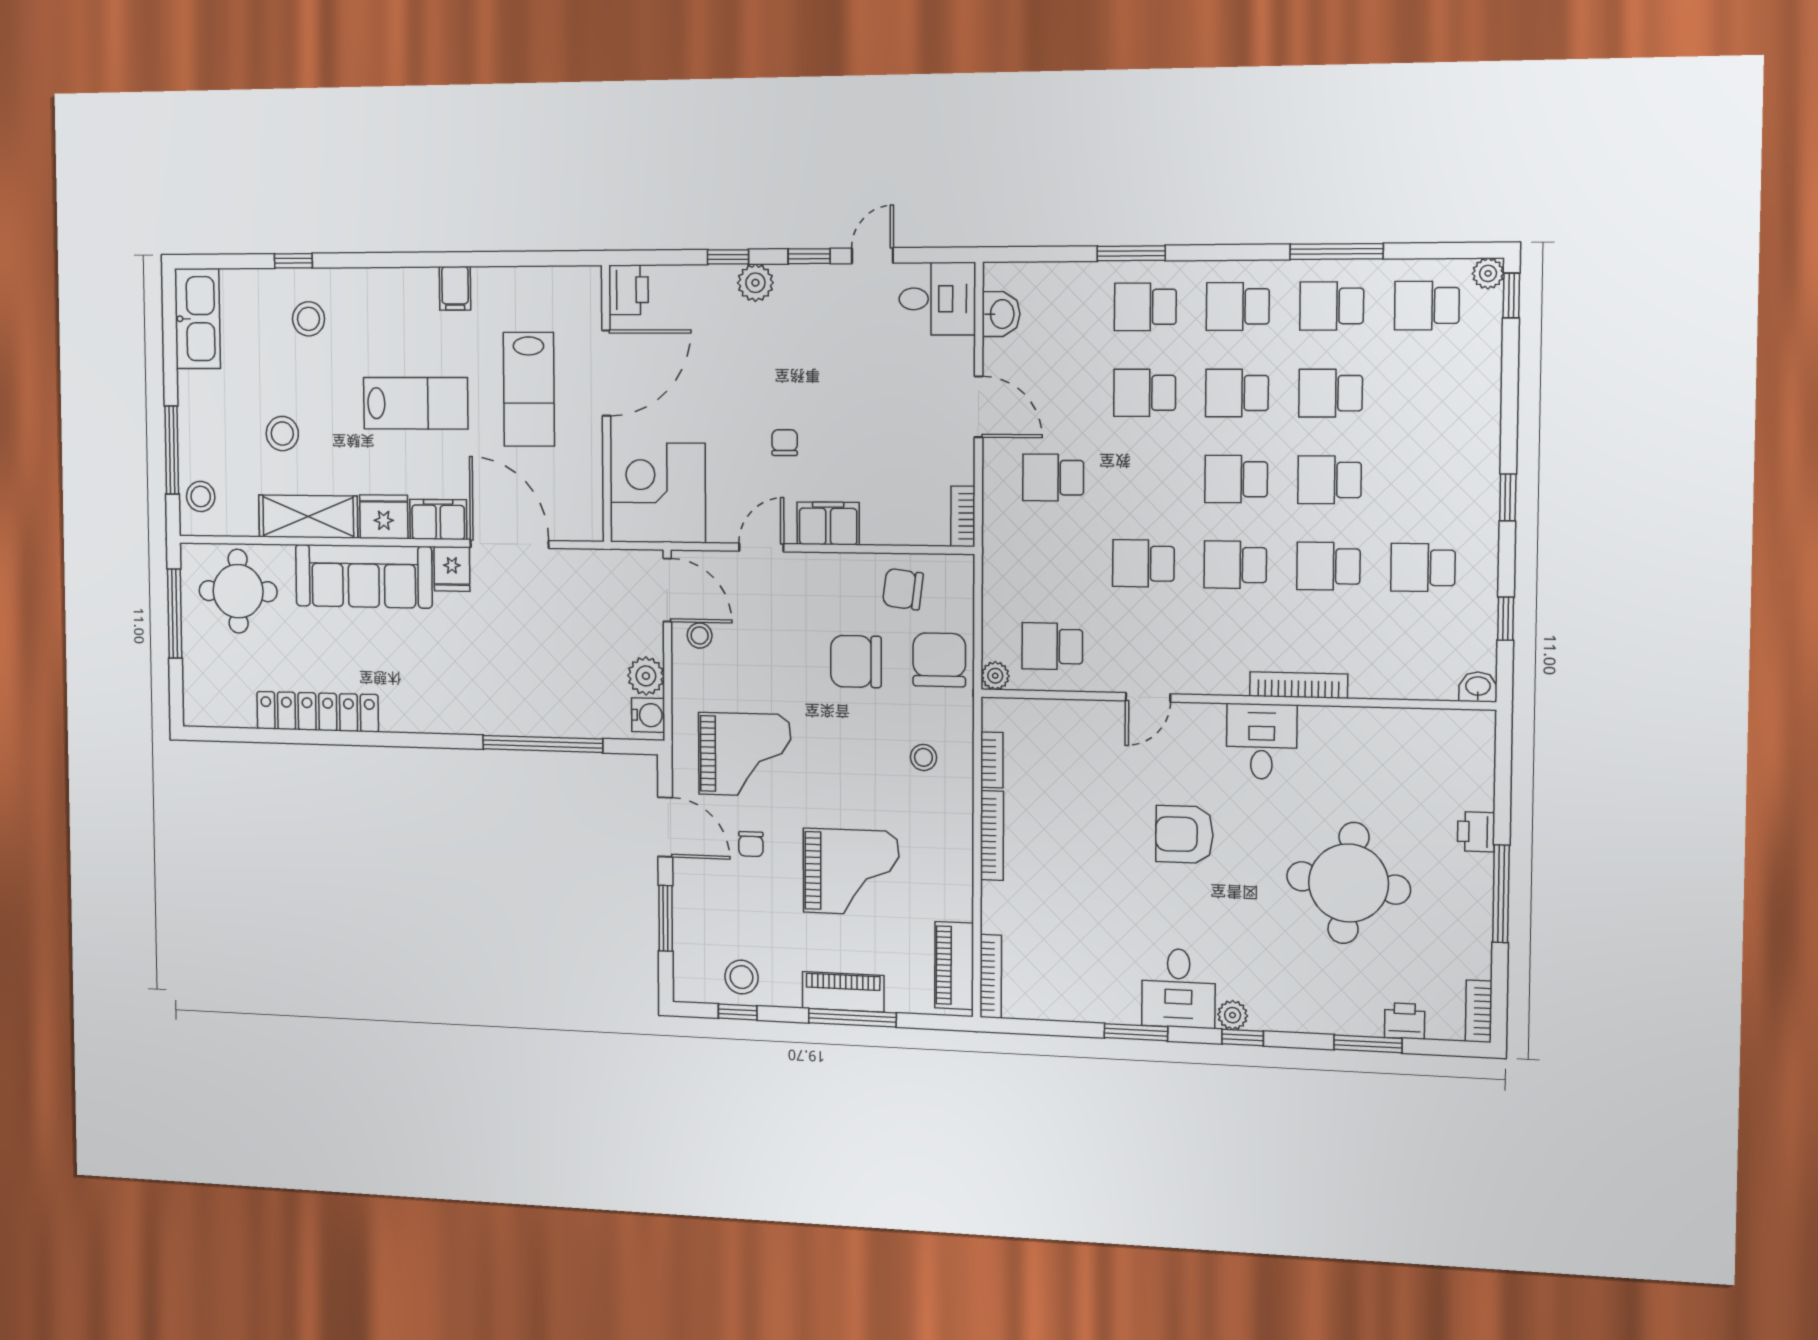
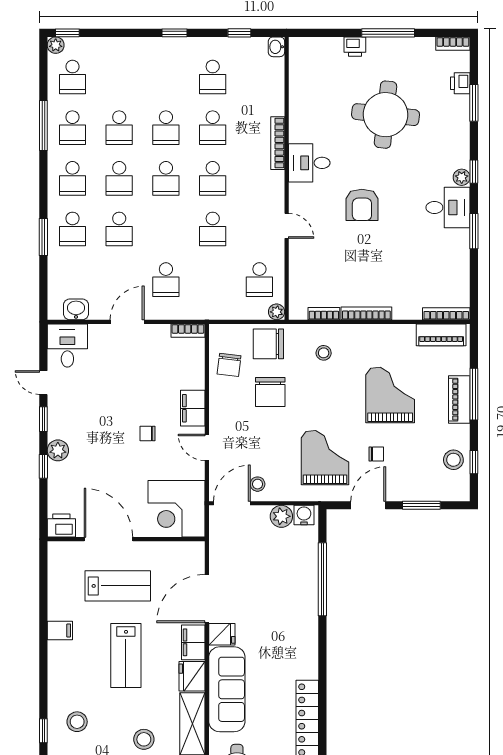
lab bench: (416, 403) -> (126, 656), turned 180

